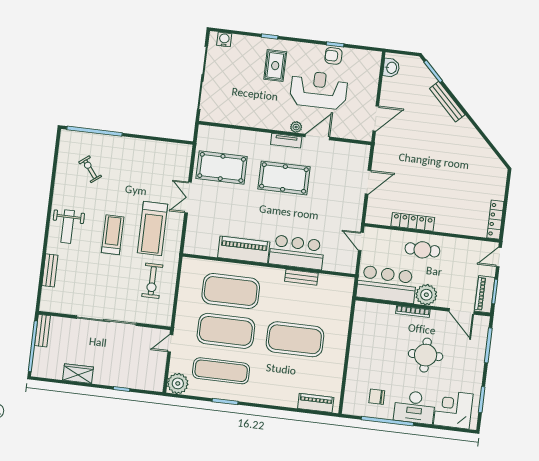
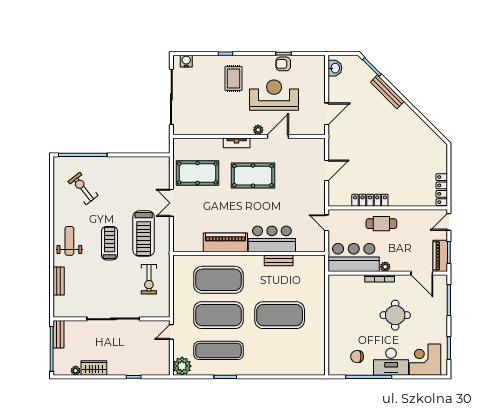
tv unit: (286, 141) -> (237, 143), moved
exercise bike: (90, 169) -> (83, 188), width x1.38, depth x1.39
weight bench: (68, 227) -> (69, 241), turned 180
plant: (426, 295) -> (385, 267), width x0.53, depth x0.53
plant: (57, 374) -> (76, 371), added
piano: (316, 403) -> (304, 369), removed

